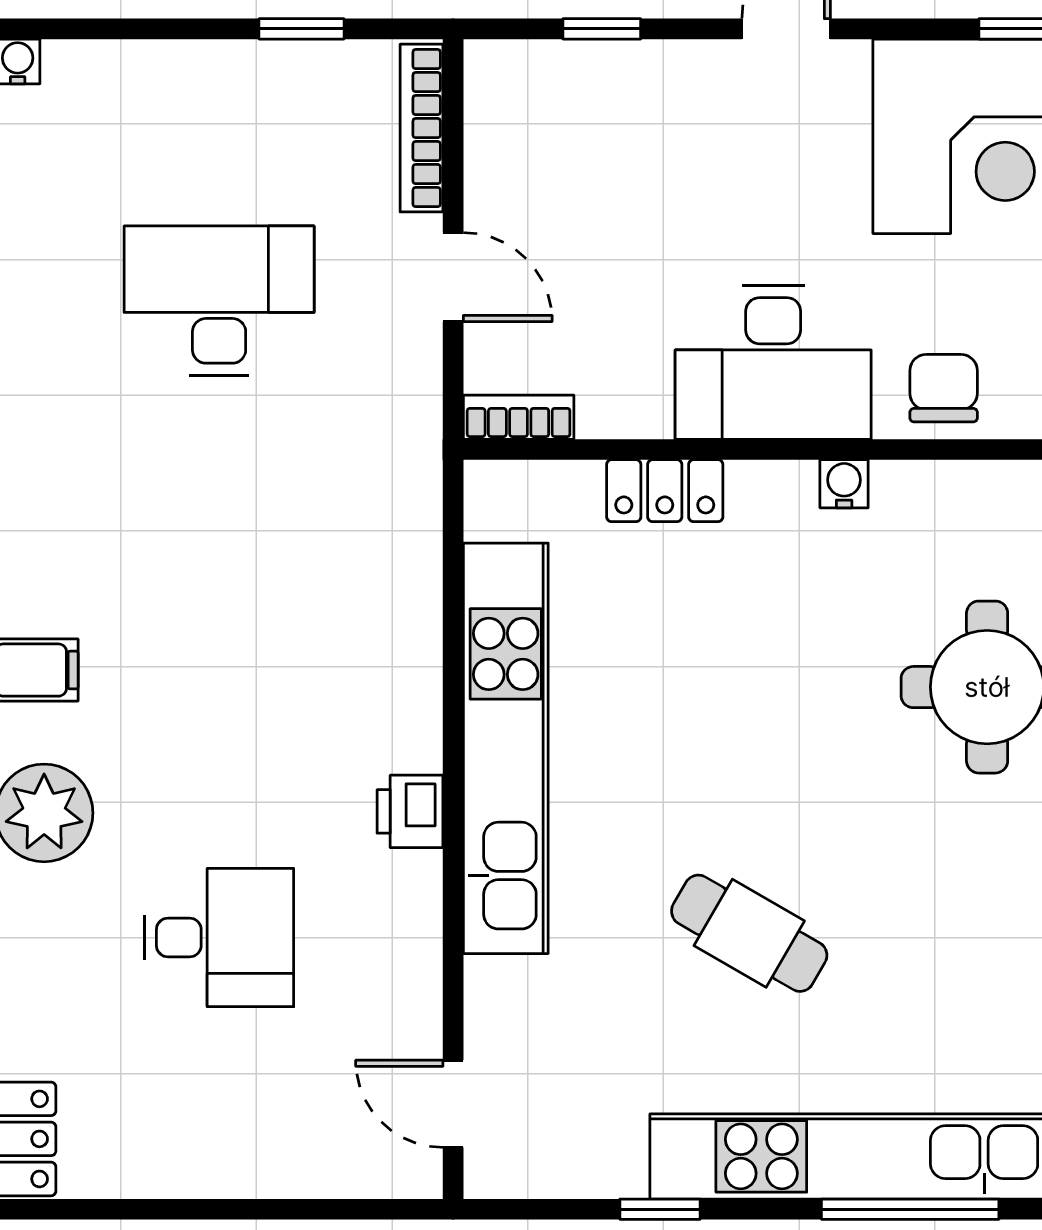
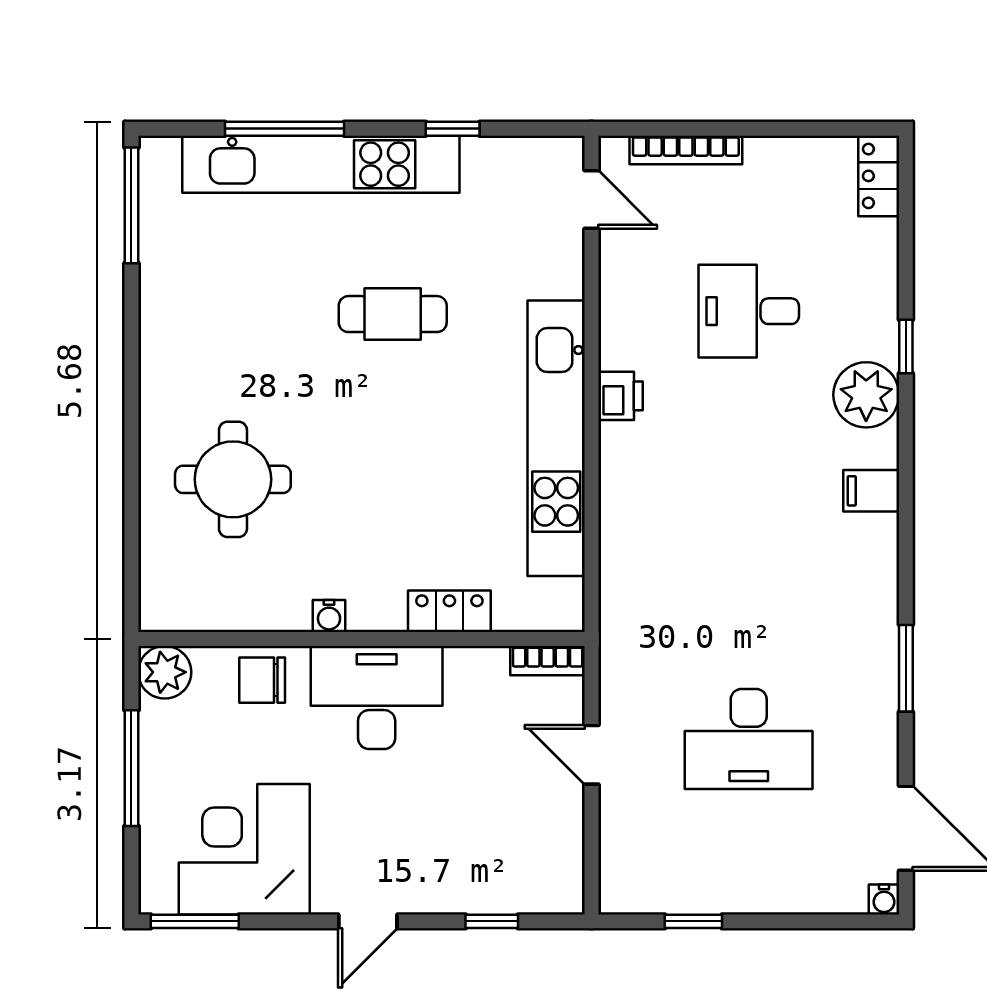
bookcase: (421, 128) -> (686, 150), moved, turned 90
chair: (944, 388) -> (262, 680), turned 90
cafe table: (749, 933) -> (393, 314), turned -30

